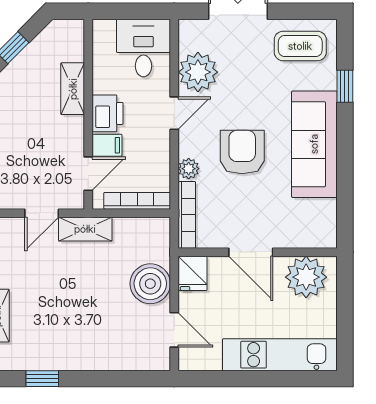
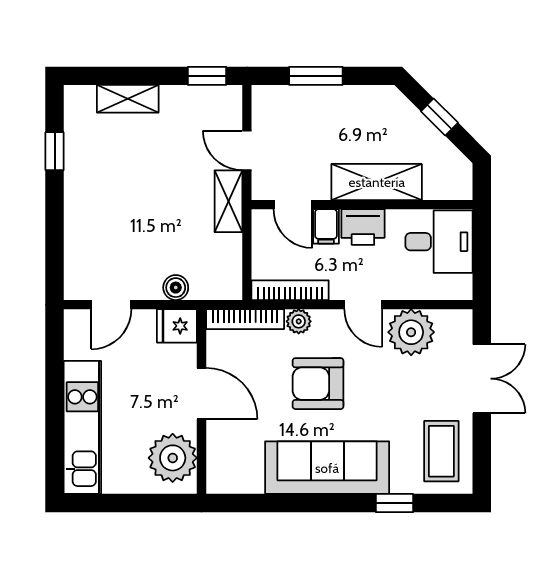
desk: (143, 48) -> (439, 242), moved
shelving: (73, 89) -> (377, 182), width x1.50, depth x1.33
armchair: (242, 152) -> (318, 384), turned 180
bookcase: (137, 201) -> (290, 290), moved, turned -90
door: (251, 252) -> (201, 394), swing flipped
boiler: (150, 284) -> (176, 288), width x0.54, depth x0.54

